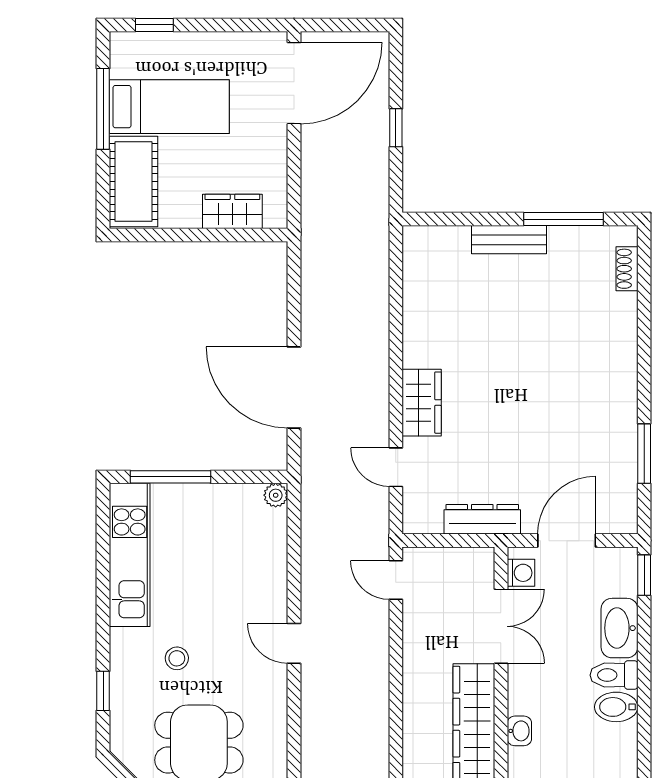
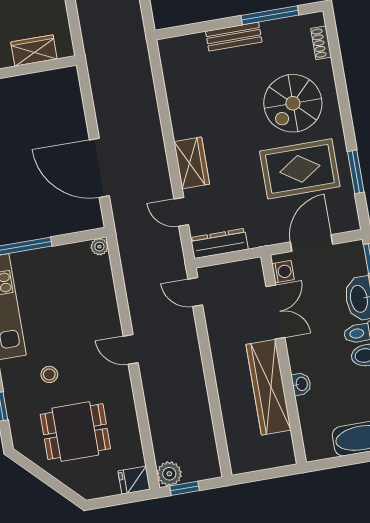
spiral stairs: (574, 345) -> (293, 103), added
rug: (568, 436) -> (300, 169), added
dresser: (482, 519) -> (219, 243), moved

